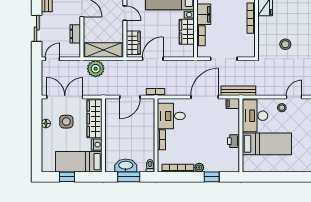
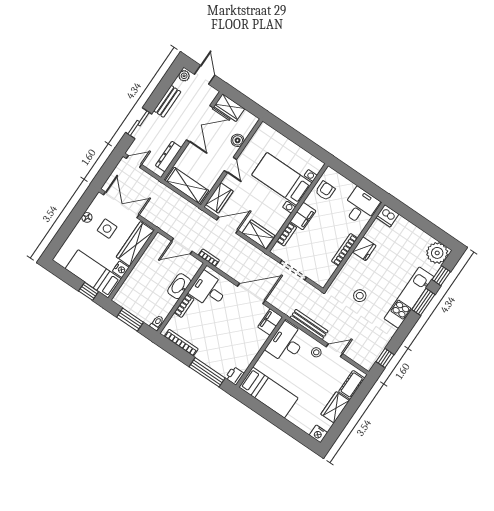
wardrobe: (187, 32) -> (258, 234), moved, turned 90
dresser: (75, 34) -> (168, 157), width x1.44
plant: (96, 69) -> (168, 198), removed
bench: (238, 91) -> (309, 324), moved
filing cabinet: (233, 104) -> (270, 322), width x2.00
printer: (233, 141) -> (235, 376), moved
bed: (267, 144) -> (268, 393), moved
washbasin: (126, 166) -> (179, 286), moved, turned -90
plant: (199, 167) -> (202, 356), removed
window: (67, 177) -> (89, 291), moved
window: (212, 177) -> (207, 372), width x2.17

